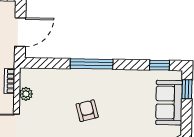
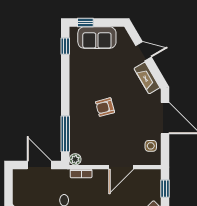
window: (92, 64) -> (65, 134), moved
plant: (26, 94) -> (75, 159), moved

